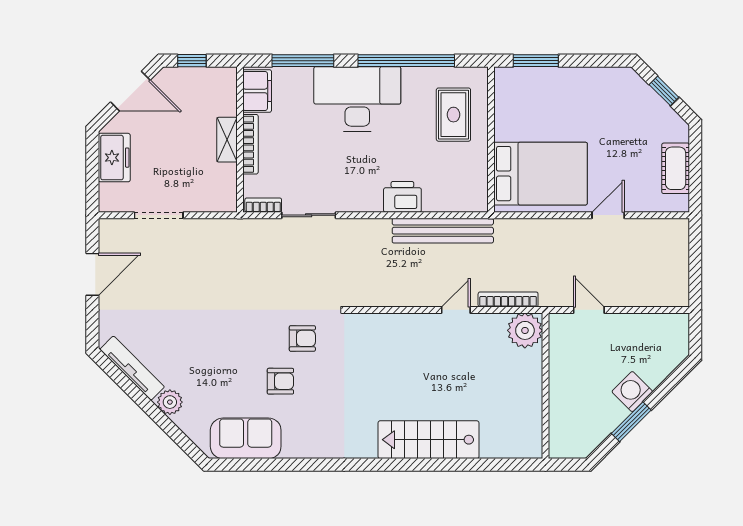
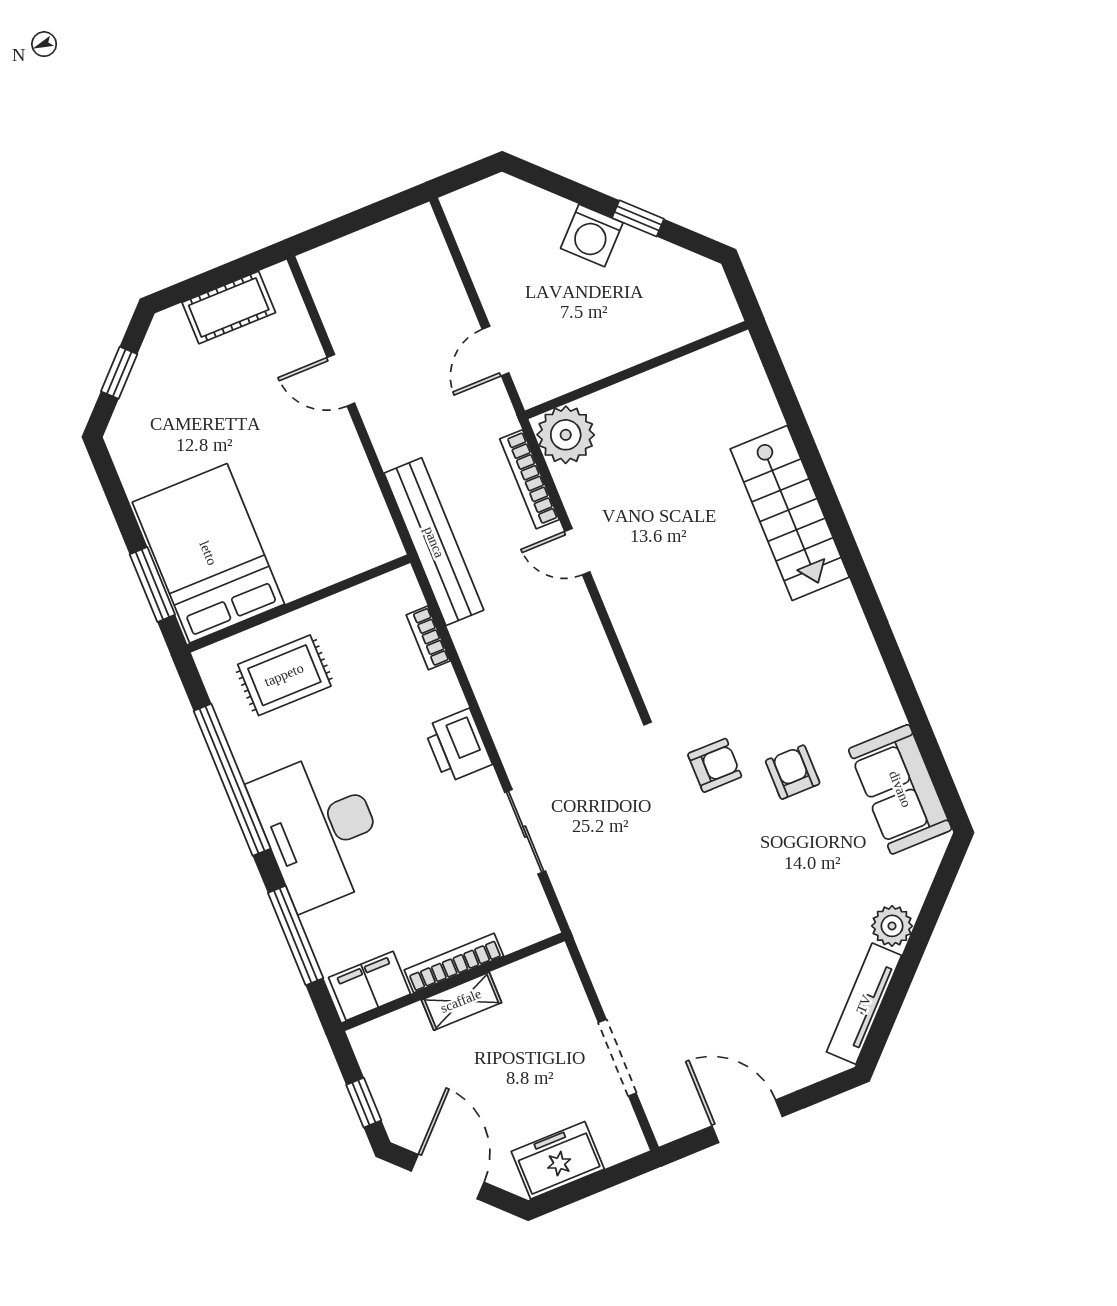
bed: (541, 174) -> (208, 553), moved
printer: (402, 197) -> (458, 746), moved
bookcase: (263, 205) -> (428, 638), moved
bench: (443, 231) -> (434, 542), moved
armchair: (302, 338) -> (715, 765), turned 90
window: (631, 422) -> (638, 218), width x0.67

